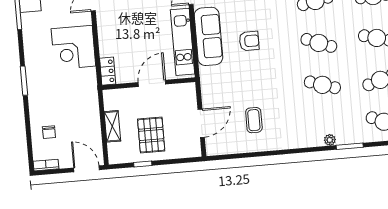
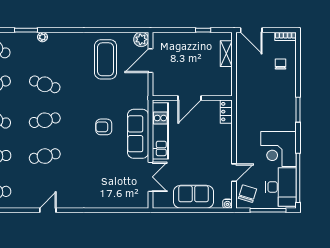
cafe table: (319, 43) -> (45, 120), turned -33
corner desk: (73, 47) -> (279, 149), moved, turned 180
coffee table: (254, 120) -> (106, 59), width x1.86, depth x1.72
shelving: (112, 126) -> (226, 54), moved
pallet: (151, 135) -> (194, 54), removed
plant: (214, 147) -> (141, 39), added

